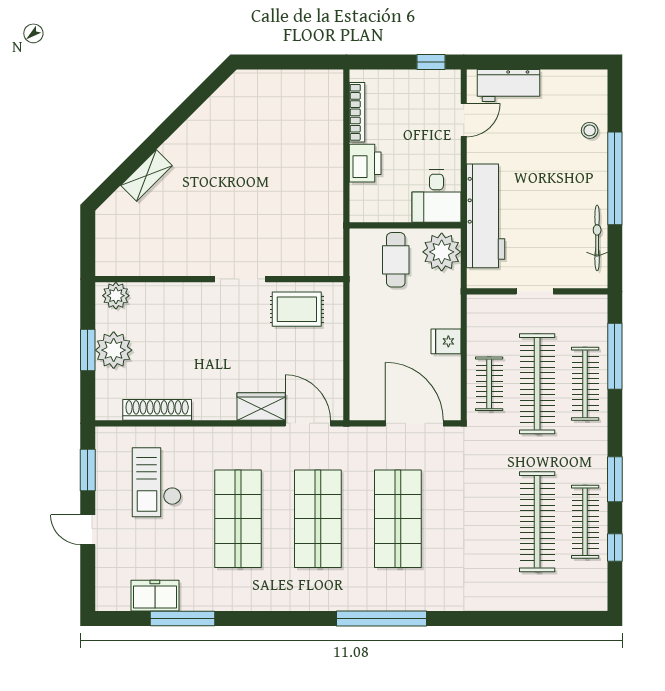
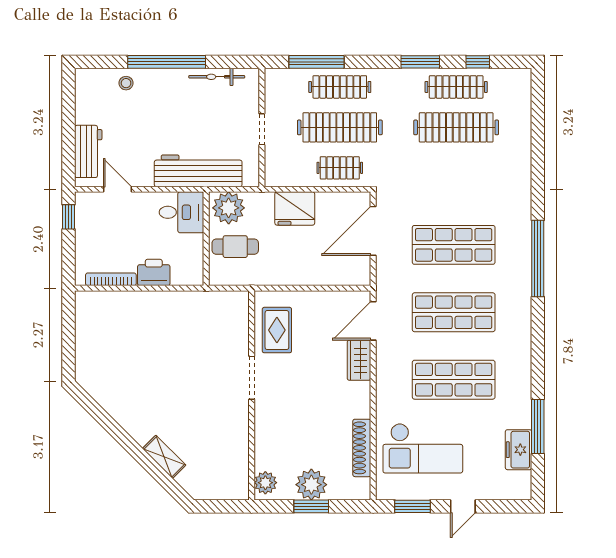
fridge: (446, 341) -> (295, 208), width x1.88, depth x1.34
checkout: (157, 482) -> (423, 448), width x1.36, depth x1.21

